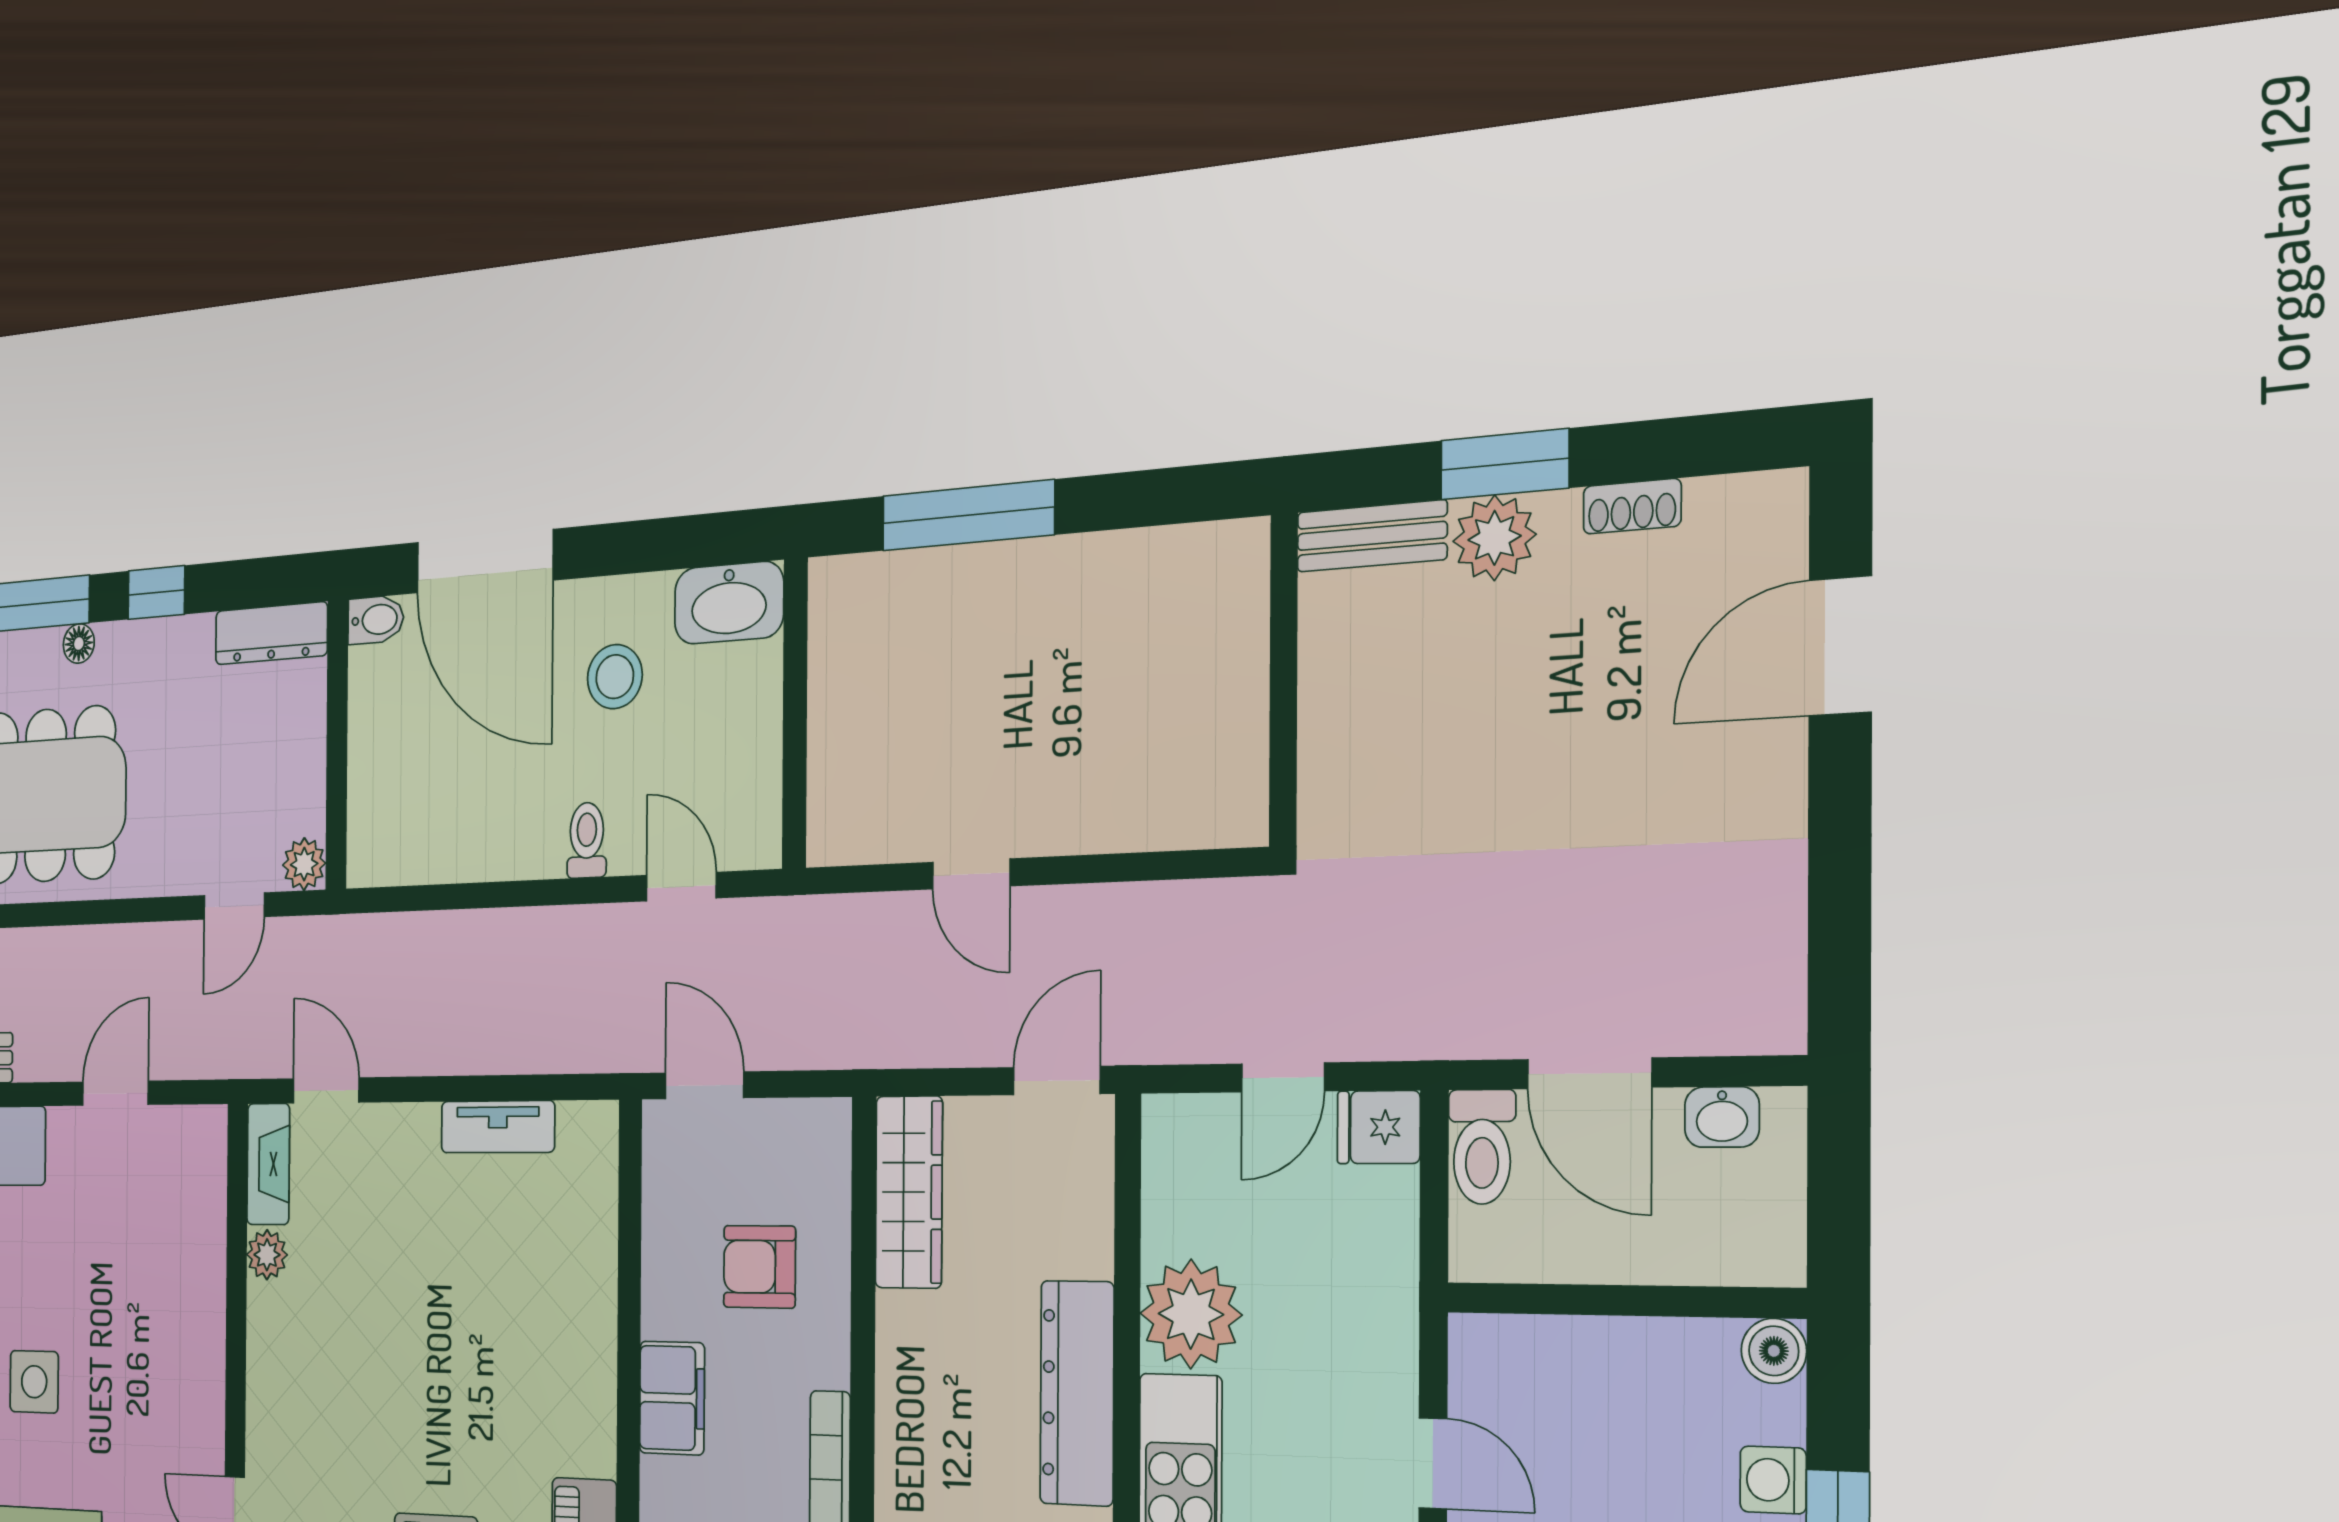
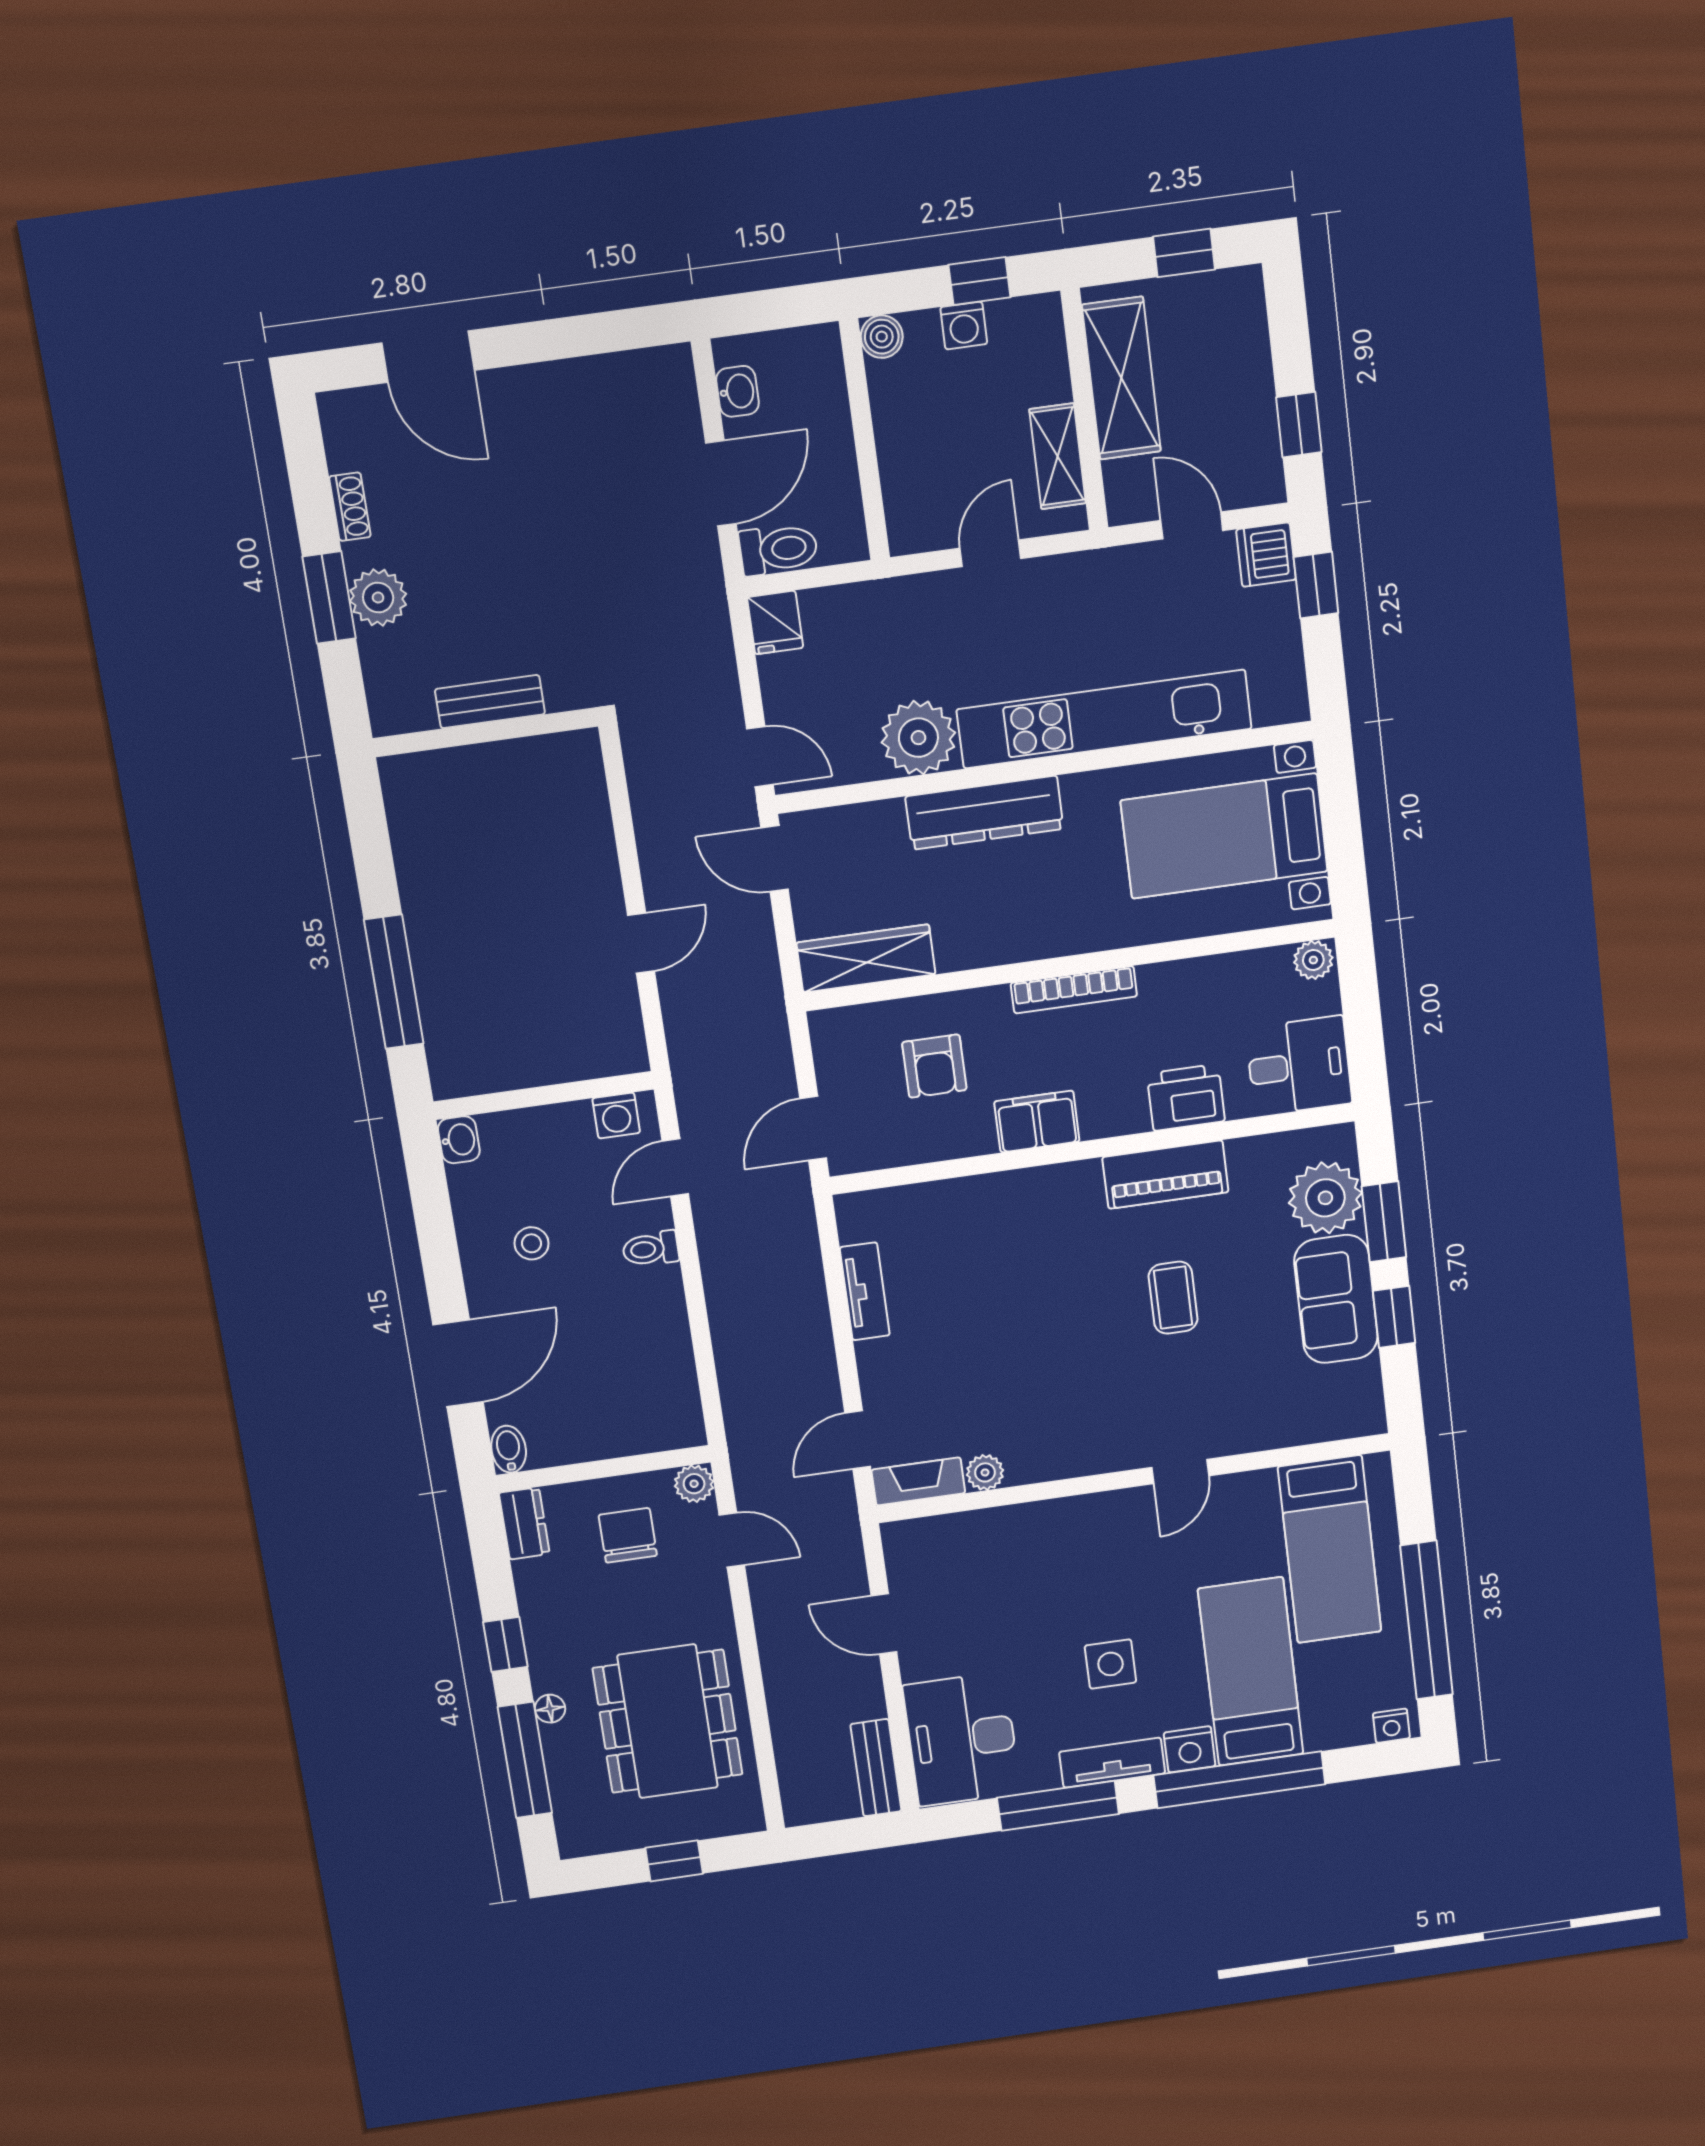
bench: (1372, 536) -> (490, 702), moved, turned 90
door: (485, 561) -> (458, 1363), width x0.73
washbasin: (729, 603) -> (459, 1140), width x0.52, depth x0.69
dresser: (271, 633) -> (524, 1523), width x0.70
stool: (615, 677) -> (531, 1243), width x0.73, depth x0.73
chair: (257, 768) -> (628, 1535), added
washing machine: (756, 812) -> (616, 1115), added
door: (1283, 1077) -> (760, 757), moved

